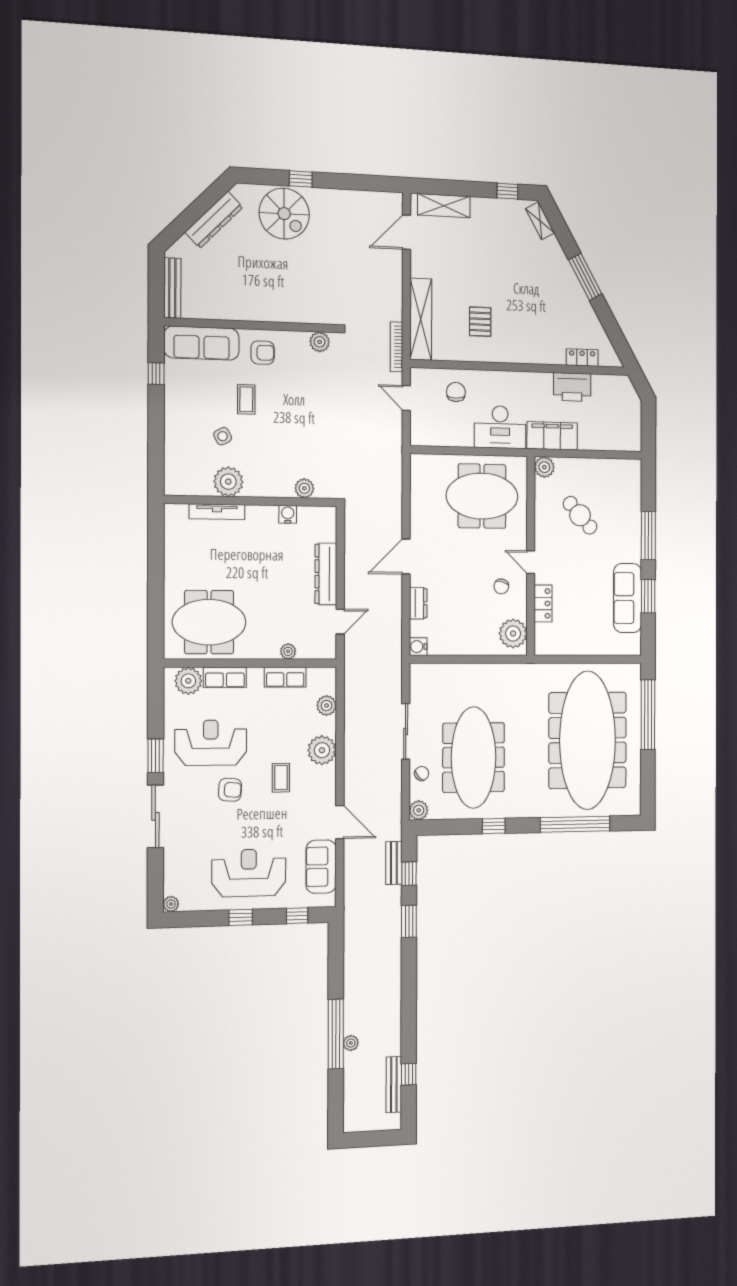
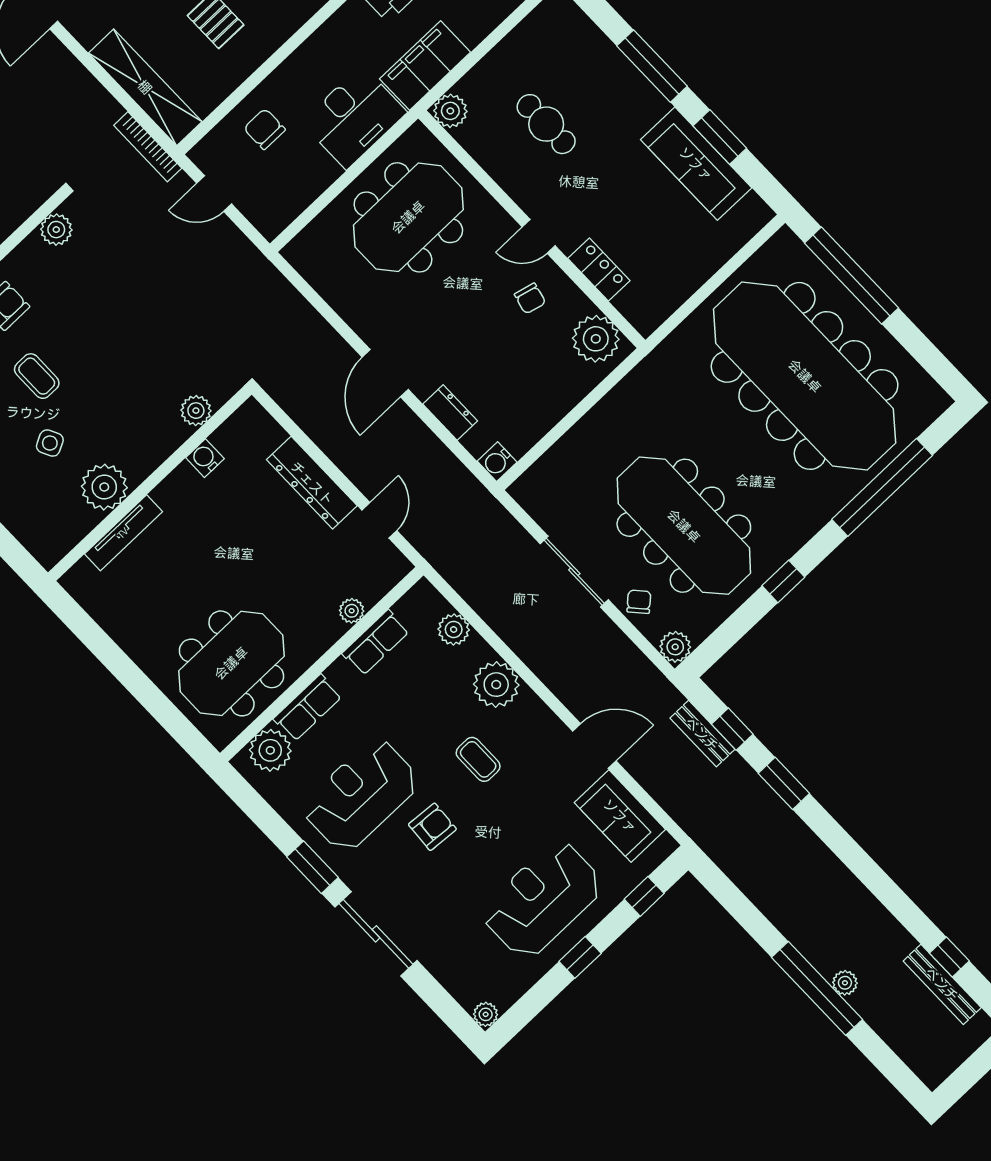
cafe table: (580, 515) -> (546, 124), turned 42

